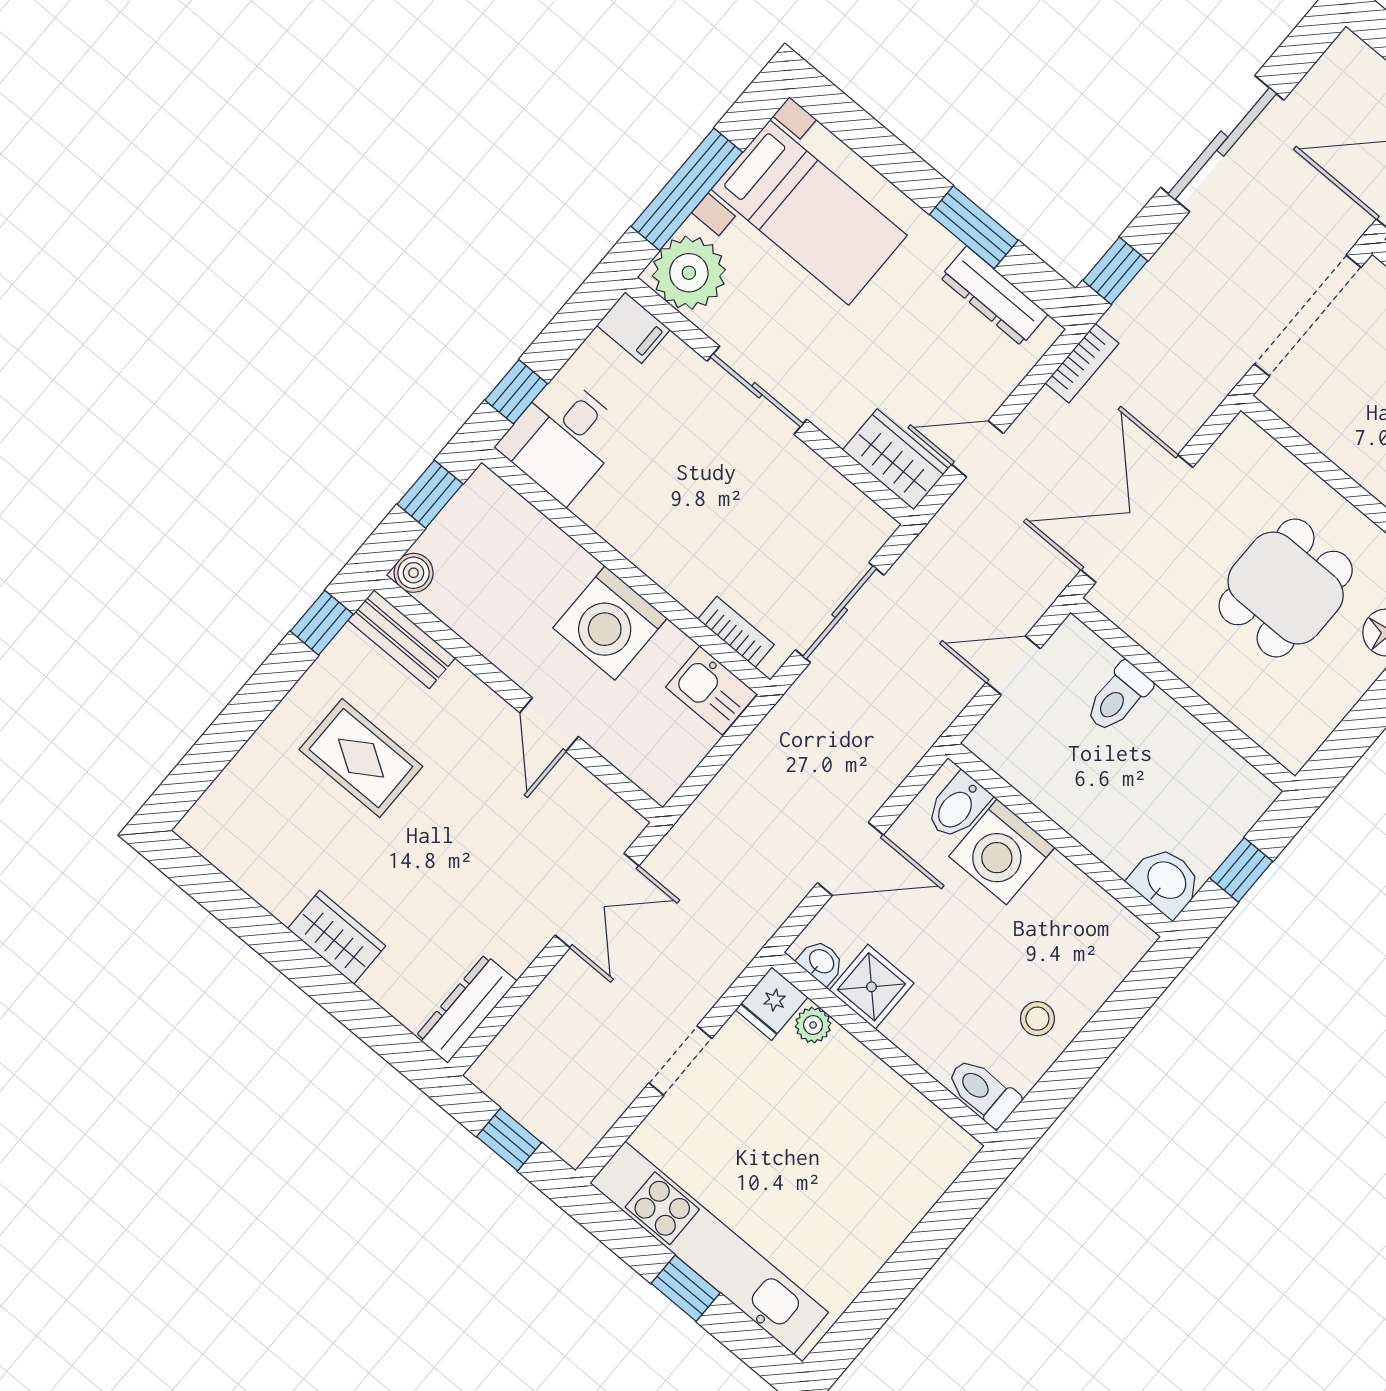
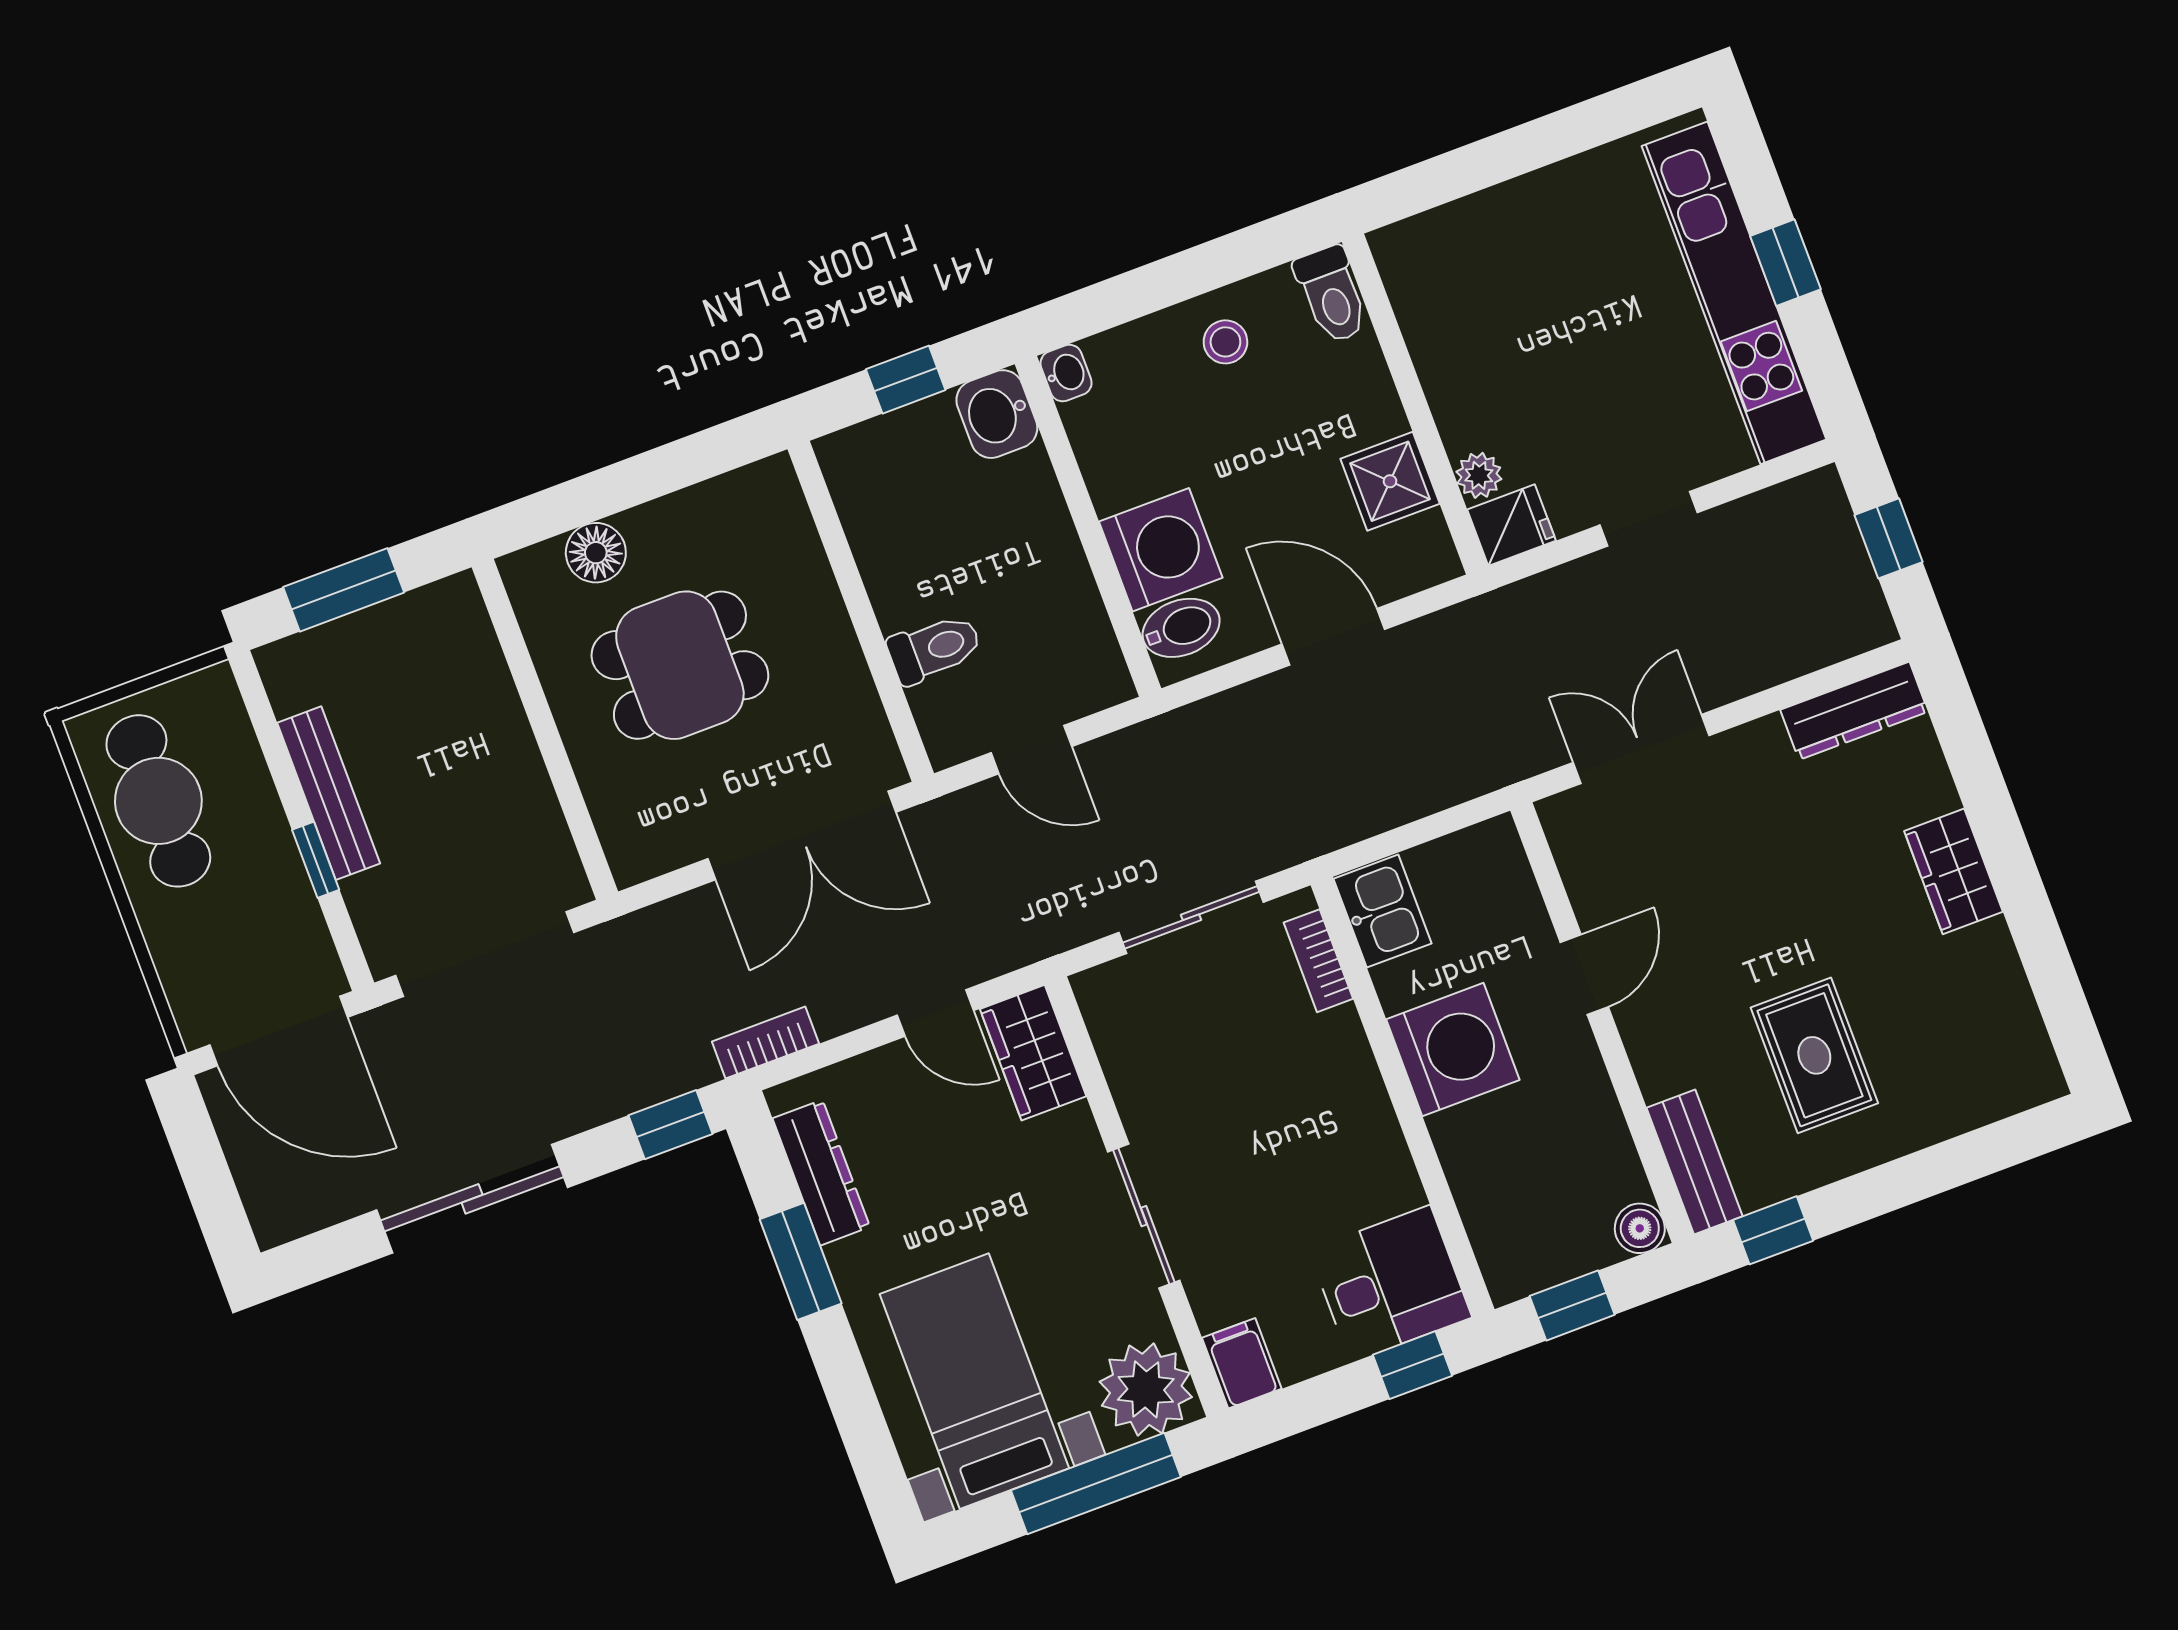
washbasin: (821, 962) -> (1066, 373), moved, turned 180

